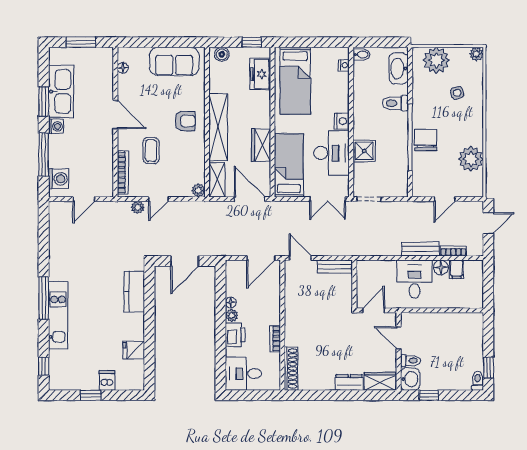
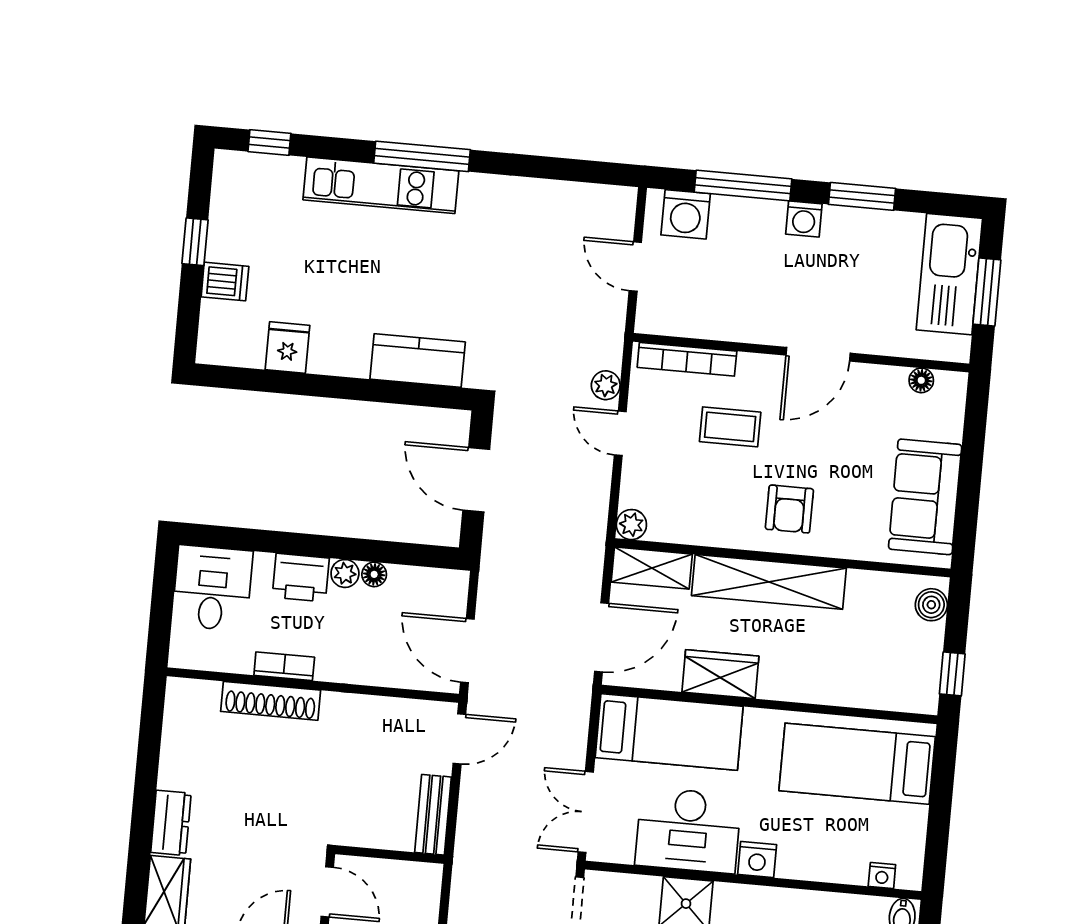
freezer: (260, 74) -> (879, 687), removed
kitchen sink: (61, 92) -> (949, 274), moved, turned 90
shoe rack: (291, 369) -> (271, 701), moved

